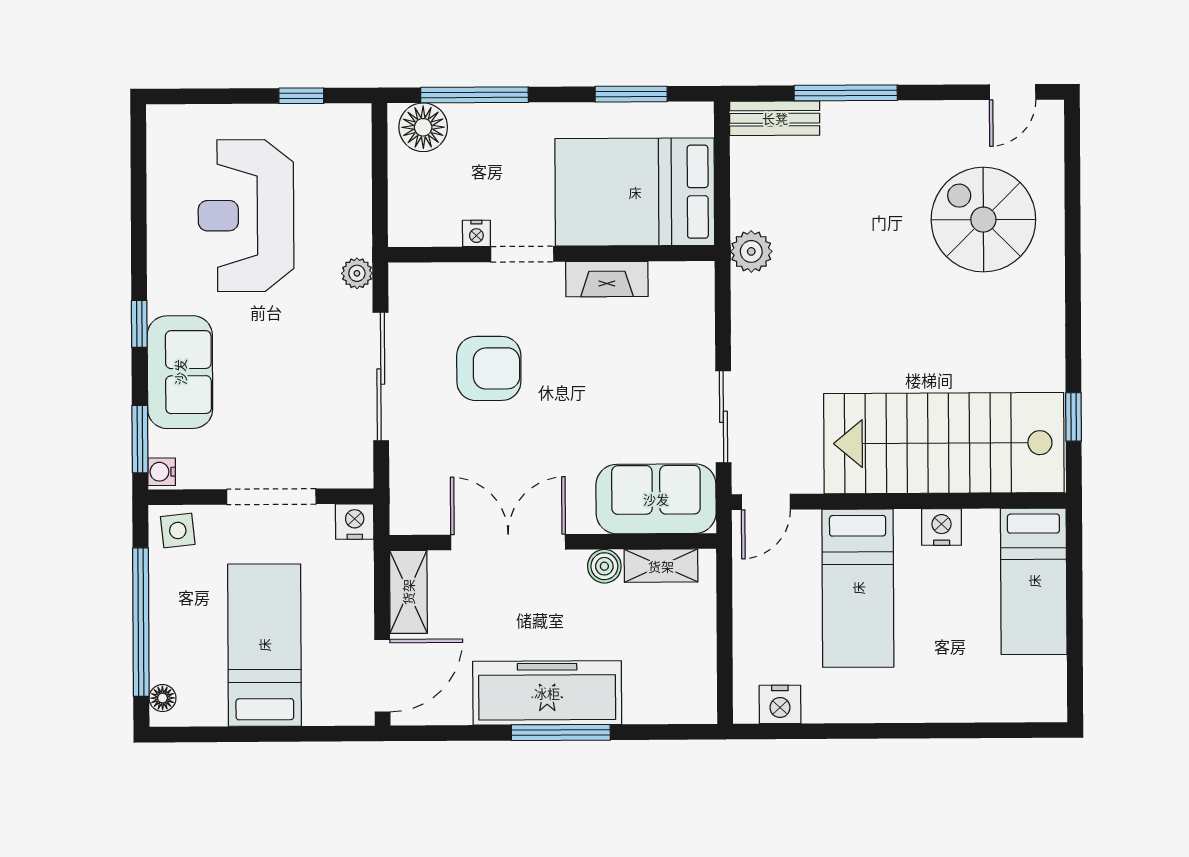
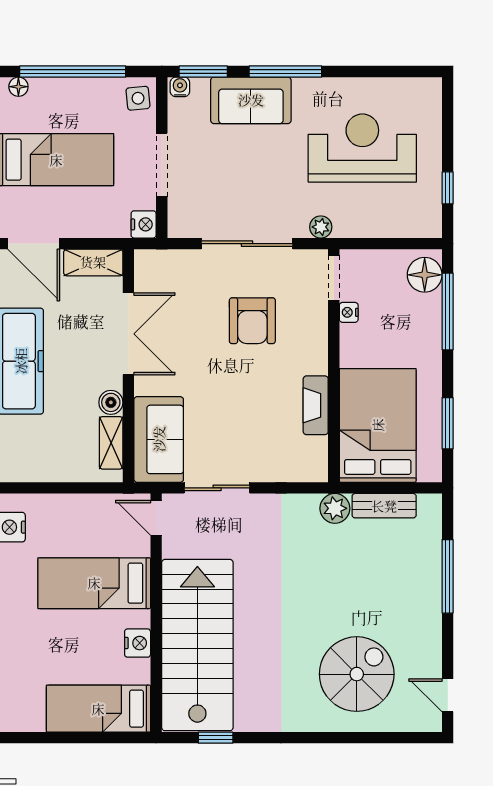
bench: (775, 118) -> (384, 506), moved, turned 90
doorway: (522, 254) -> (334, 278), moved
window: (139, 324) -> (285, 72), width x2.17

